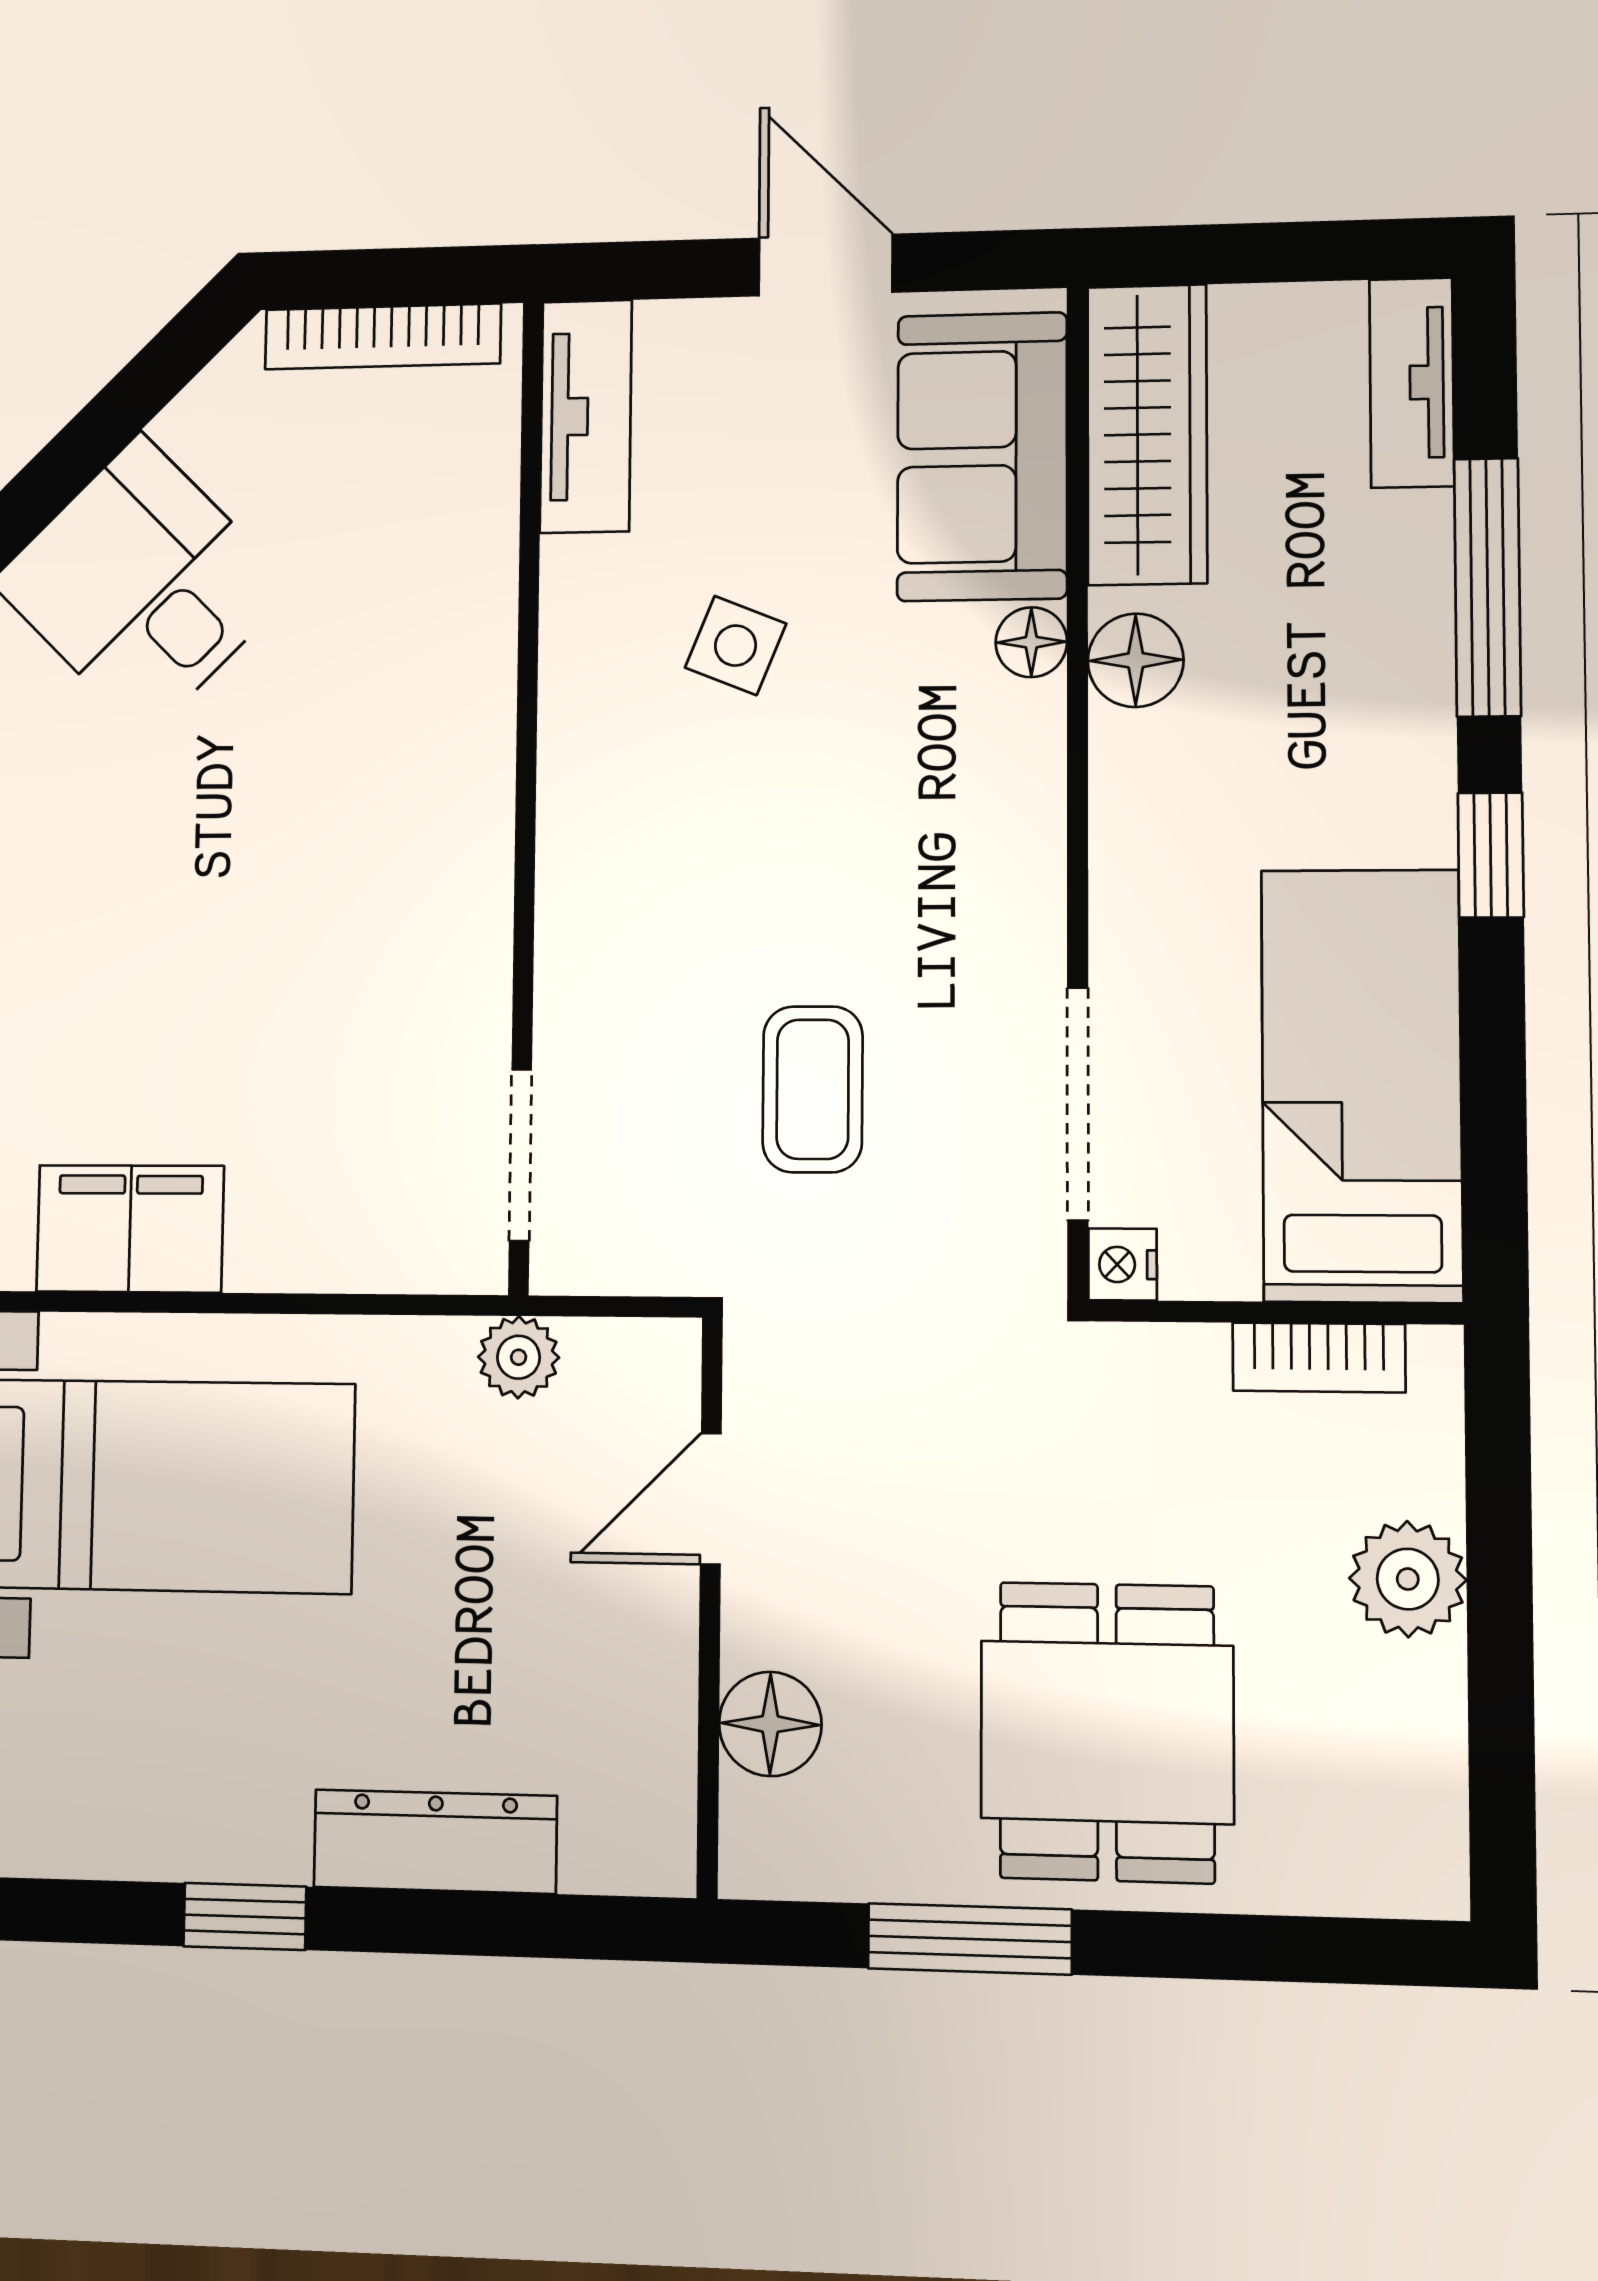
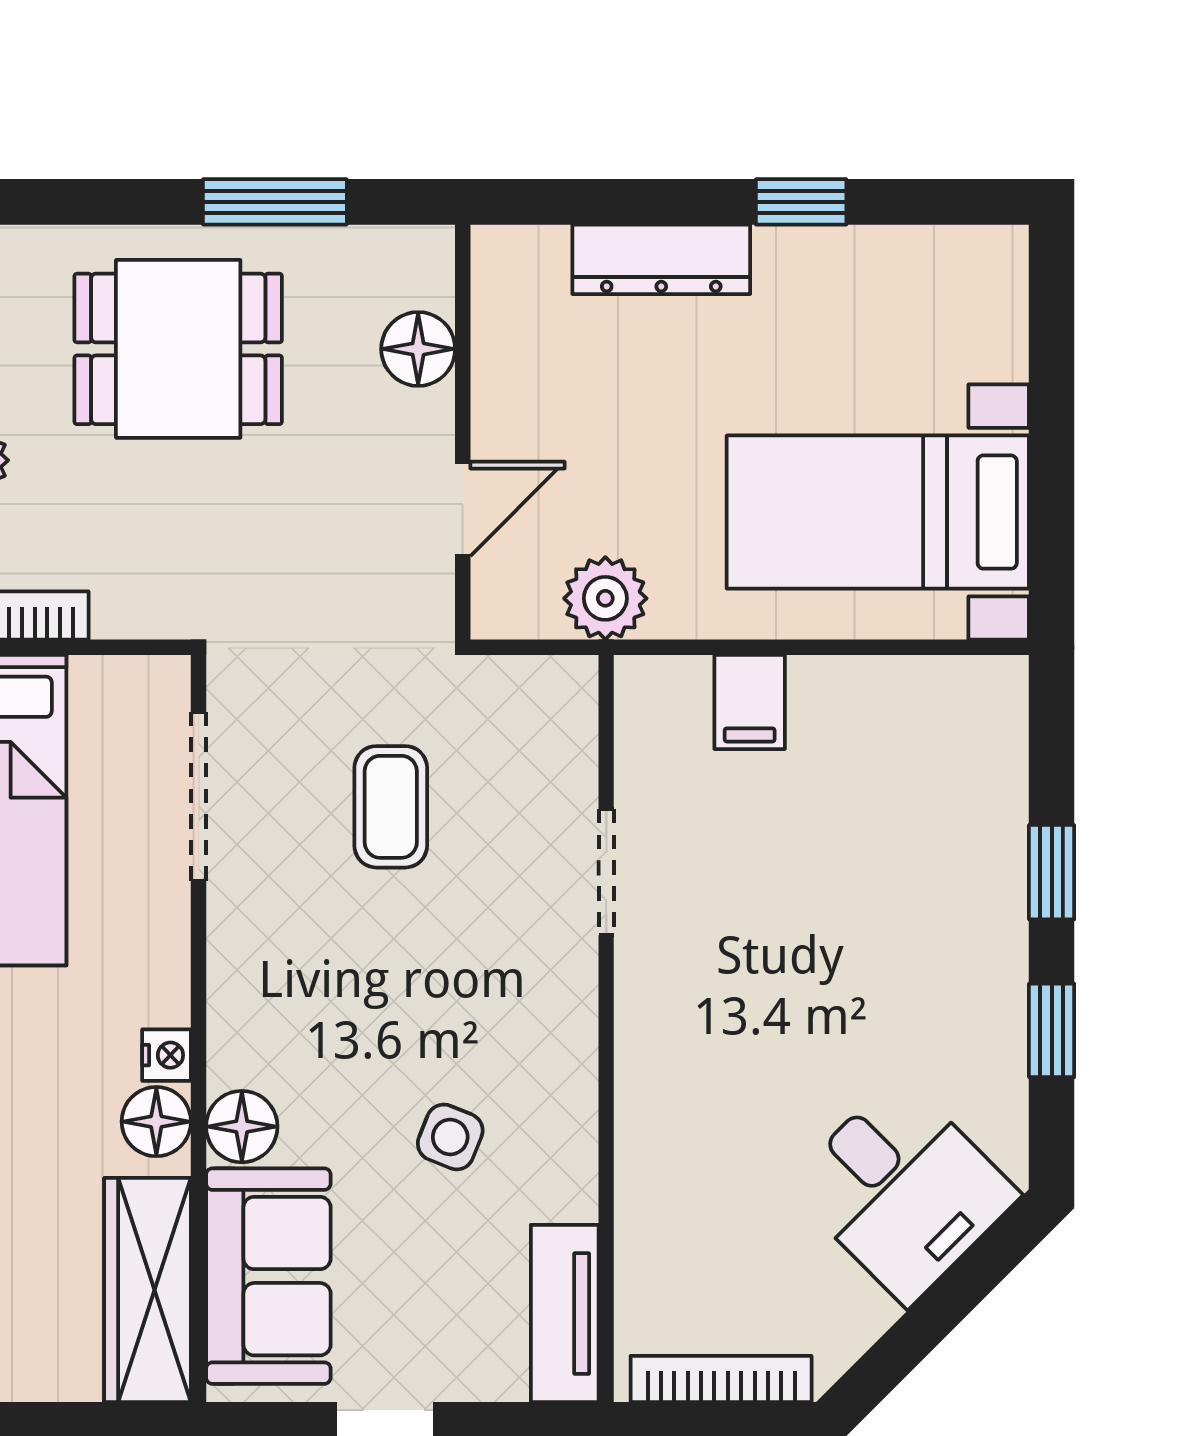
floor lamp: (1031, 642) -> (242, 1127), width x1.37, depth x1.37
doorway: (520, 1155) -> (606, 872), moved
filing cabinet: (130, 1229) -> (750, 702), moved, width x0.50
nightstand: (1123, 1264) -> (167, 1055), moved
plant: (519, 1357) -> (605, 598), width x1.38, depth x1.38
dining table: (1107, 1732) -> (178, 349), turned 90

